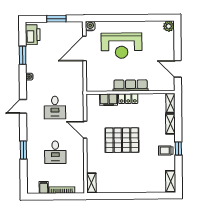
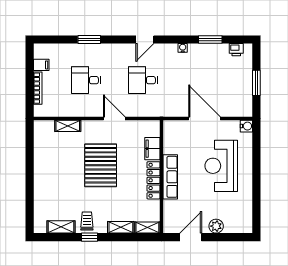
plant: (169, 26) -> (216, 226), moved
printer: (33, 35) -> (236, 50), width x0.53, depth x0.68
door: (84, 49) -> (205, 118), moved
locker: (128, 99) -> (154, 180), width x1.53
door: (23, 106) -> (145, 39), swing flipped
door: (85, 130) -> (114, 118), hinge flipped
shelving: (171, 181) -> (61, 227), moved
shelving: (91, 183) -> (68, 126), moved

